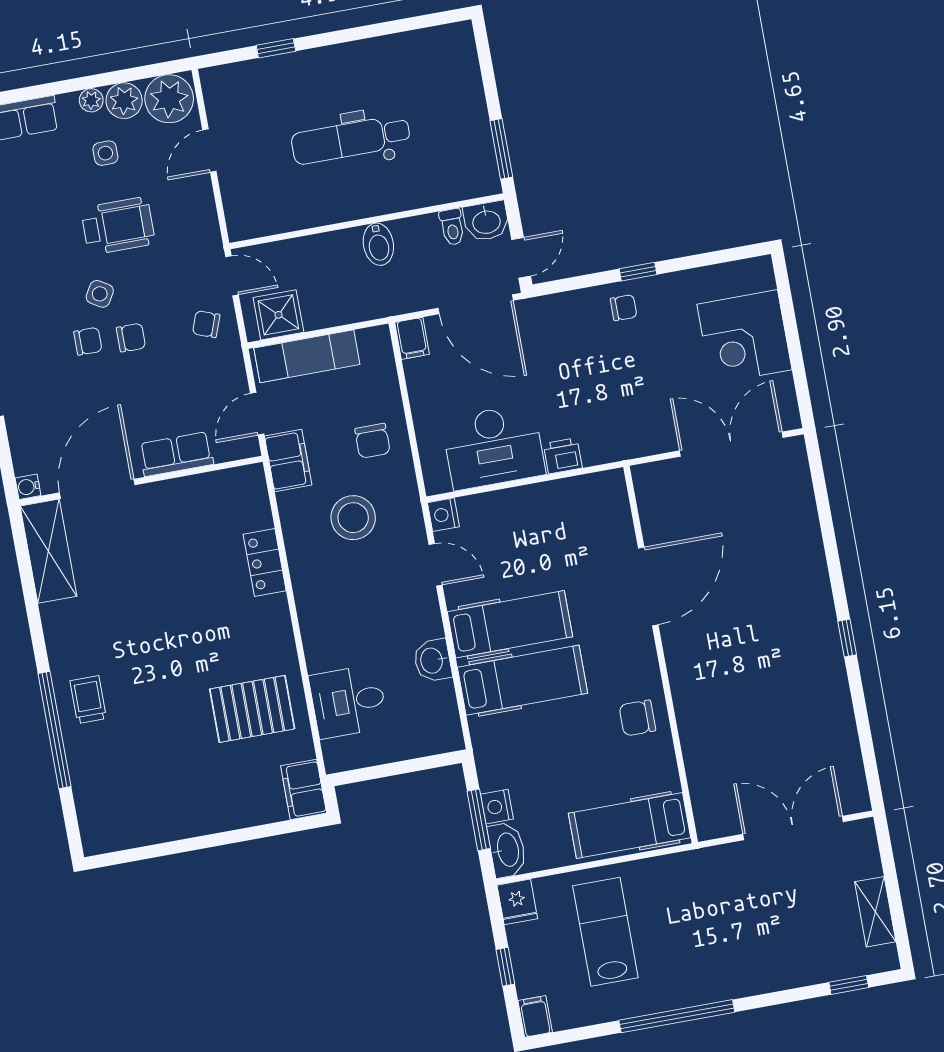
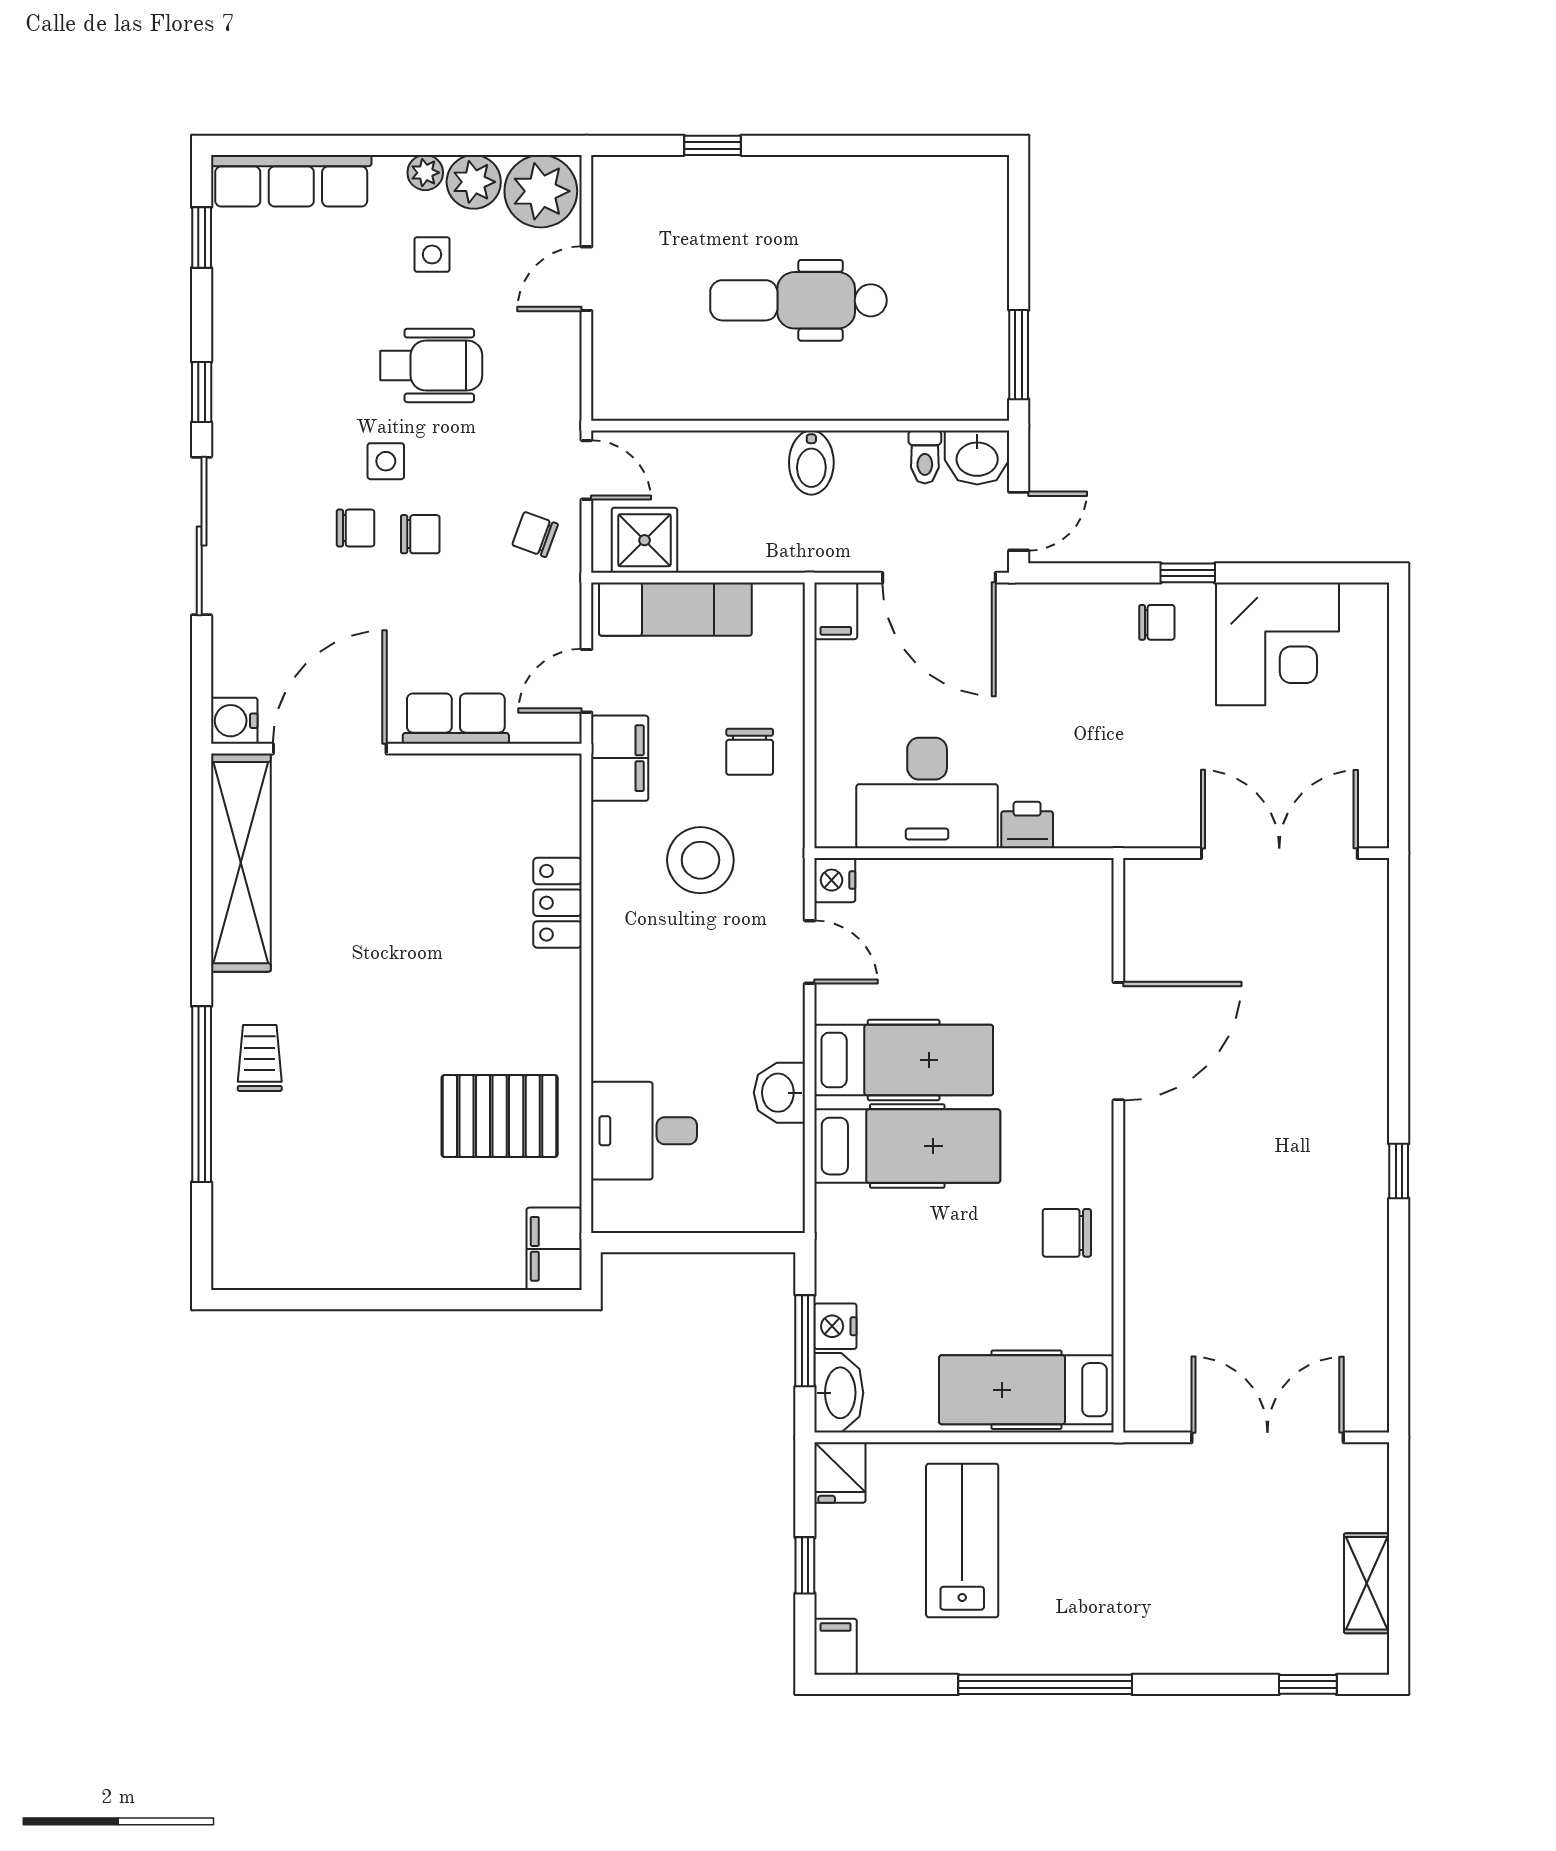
side table: (100, 294) -> (386, 461), turned -31
corner desk: (744, 337) -> (1278, 644), moved, turned -90
water cooler: (28, 487) -> (234, 721), width x1.38, depth x1.38
shelving: (48, 551) -> (241, 863), width x1.47

